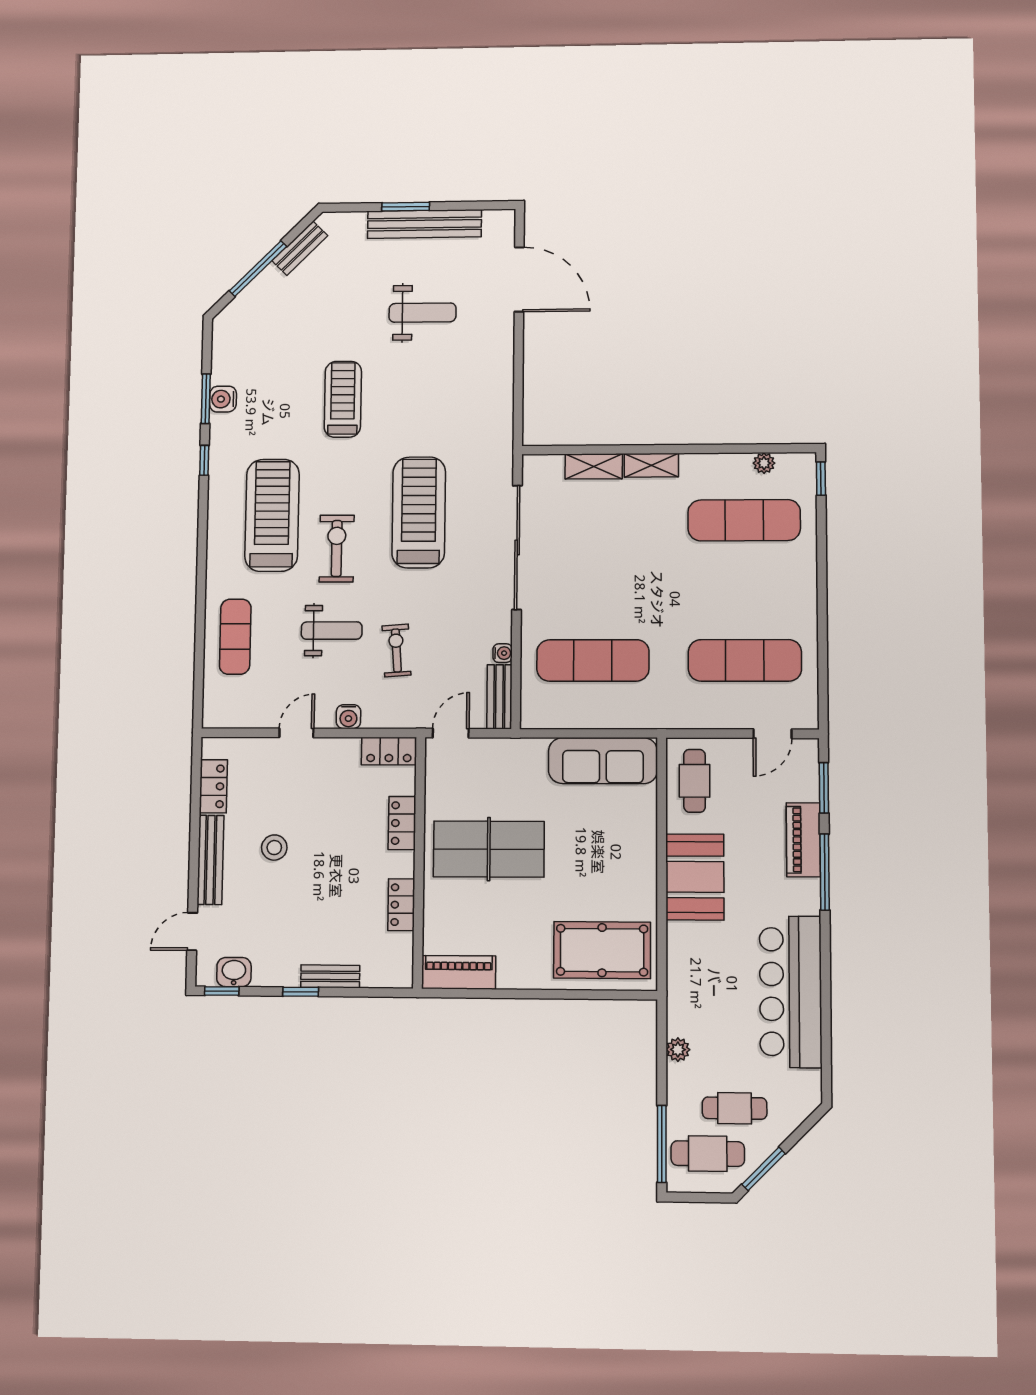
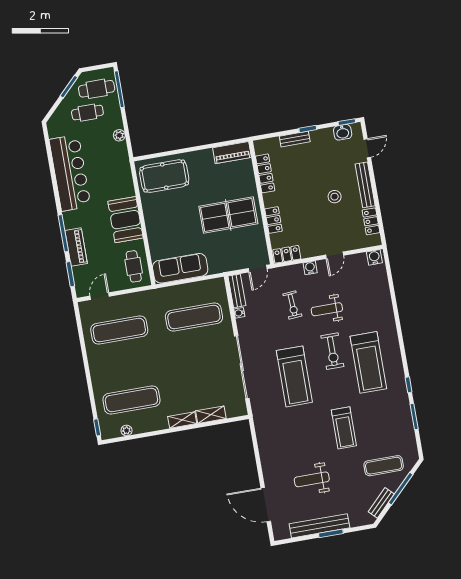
water cooler: (223, 399) -> (374, 257), moved, turned -90
exercise mat: (235, 637) -> (384, 466), moved, turned 90
locker: (401, 905) -> (265, 173), width x1.53

